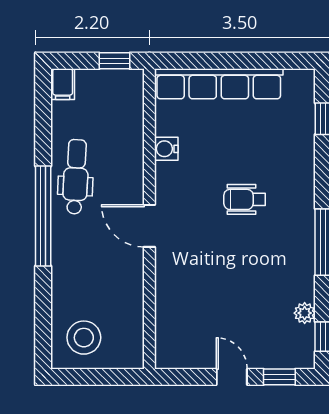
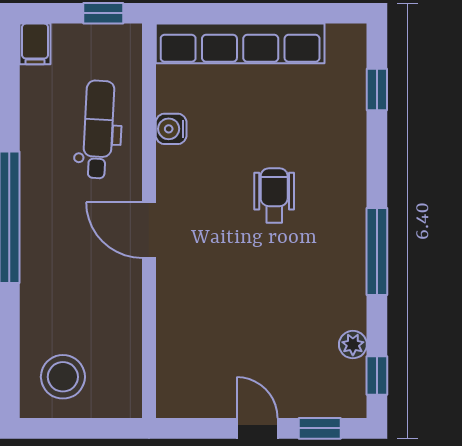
dental chair: (76, 177) -> (98, 129), moved
wheelchair: (245, 199) -> (274, 195), turned 90

